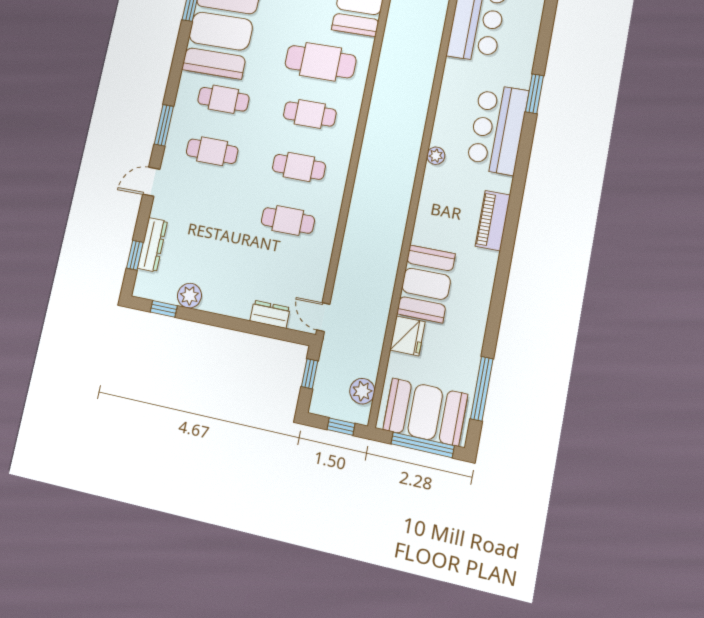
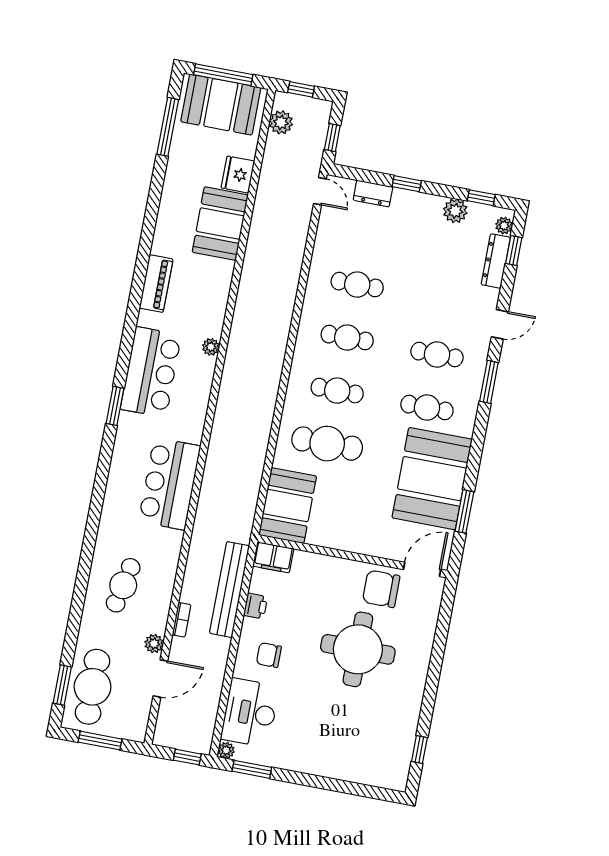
plant: (143, 280) -> (504, 226), added
window: (236, 324) -> (407, 184), added

